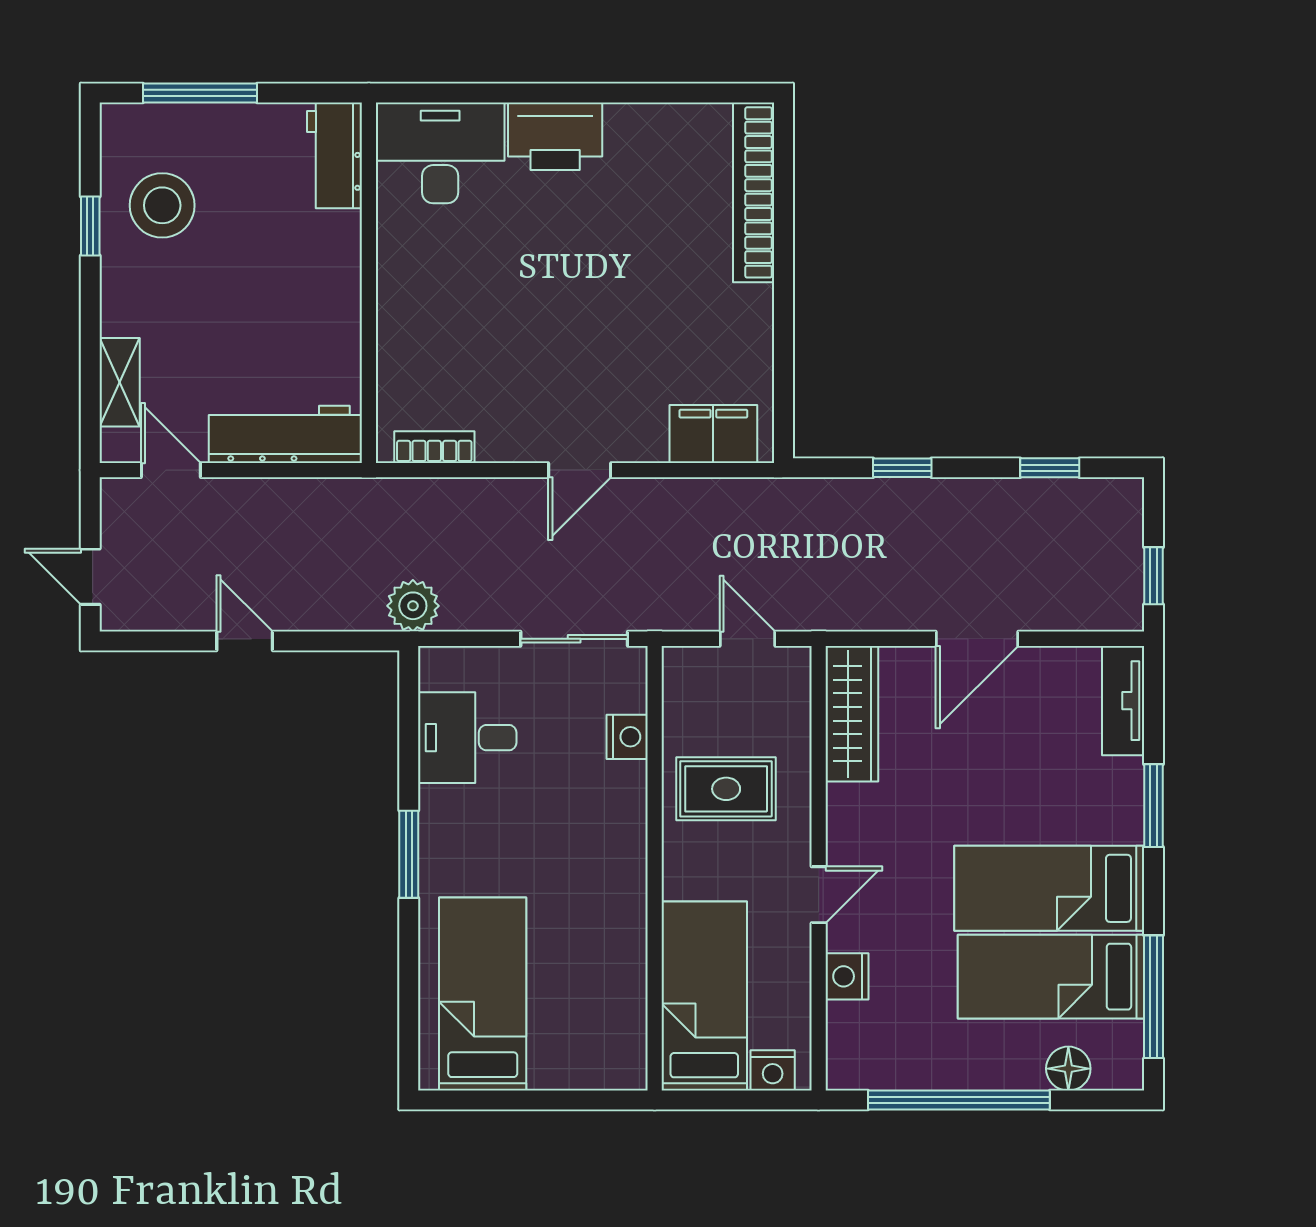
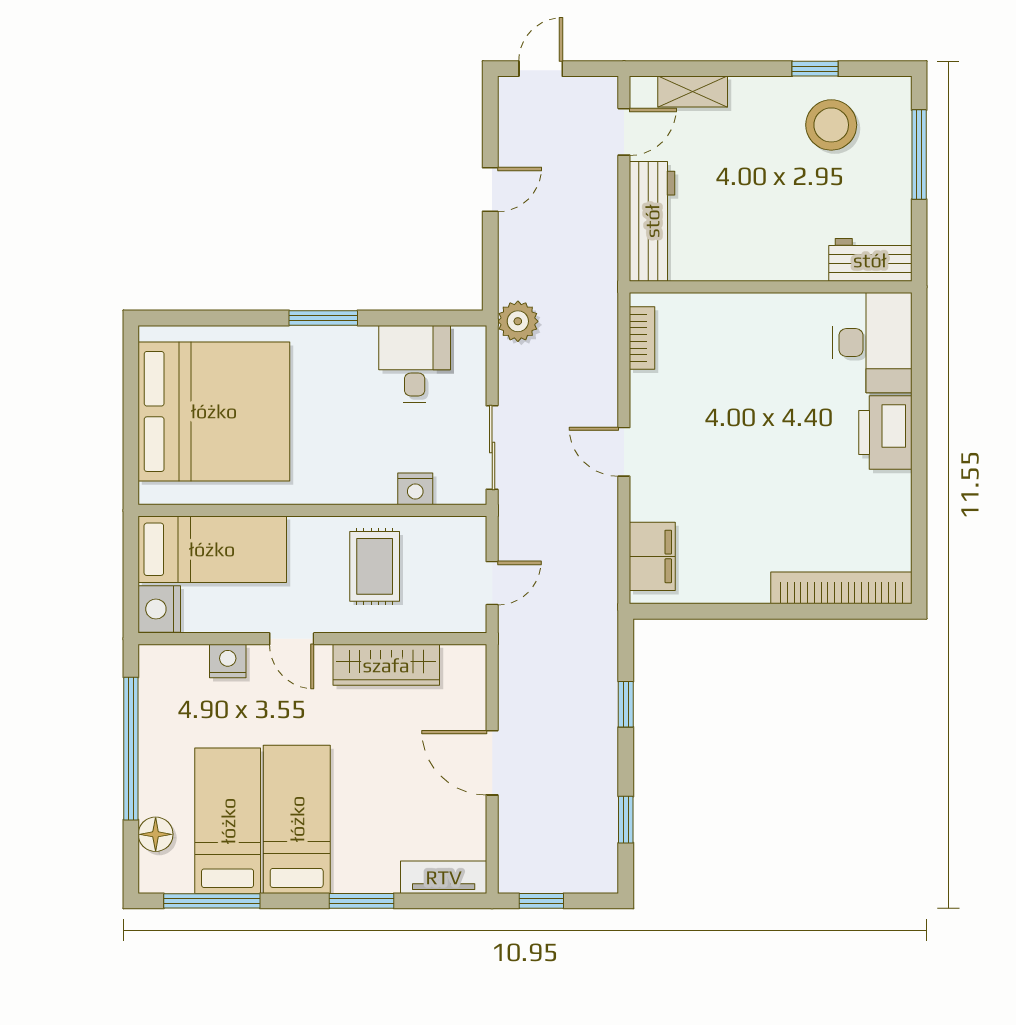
wardrobe: (852, 714) -> (386, 665), moved
bed: (483, 994) -> (214, 411), width x2.04
nightstand: (773, 1070) -> (159, 609), width x1.36, depth x1.33

